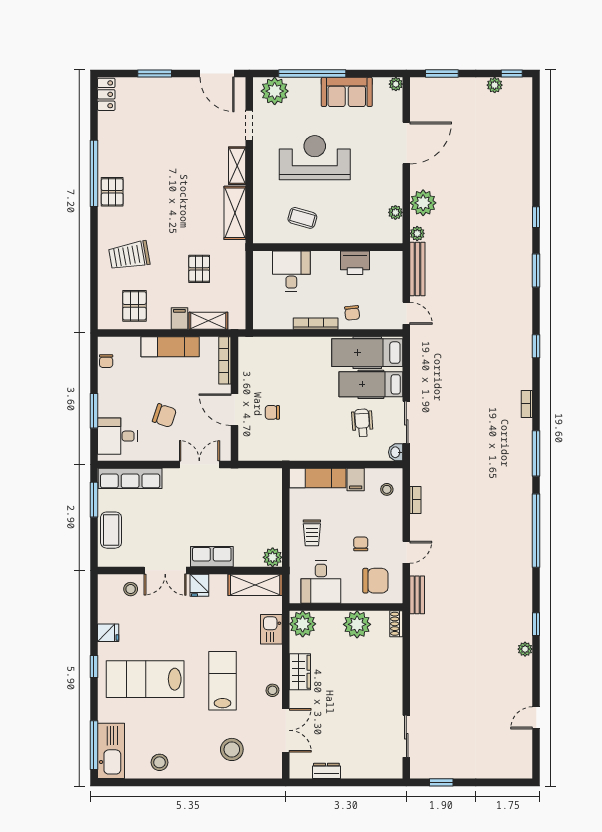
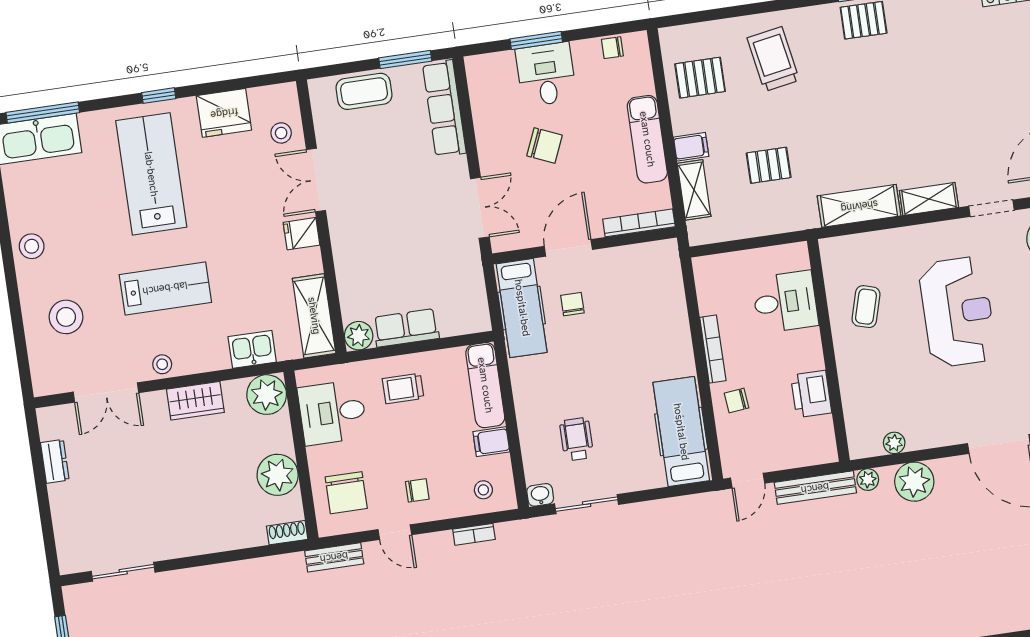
hospital bed: (371, 384) -> (522, 308), moved, turned 180
chair: (164, 416) -> (545, 145), turned -86
wheelchair: (362, 423) -> (577, 439), turned -86
desk: (117, 436) -> (546, 74), moved
chair: (361, 544) -> (417, 490), moved
row of seats: (212, 557) -> (406, 328), moved, turned -90
fridge: (108, 633) -> (224, 113), width x1.88, depth x1.34
stool: (159, 762) -> (32, 246), moved

